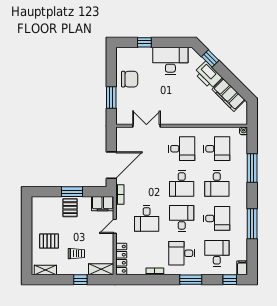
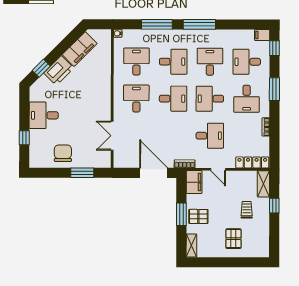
desk: (170, 61) -> (44, 115), width x0.73
window: (252, 224) -> (199, 24), moved
shelving: (45, 270) -> (191, 246), moved

